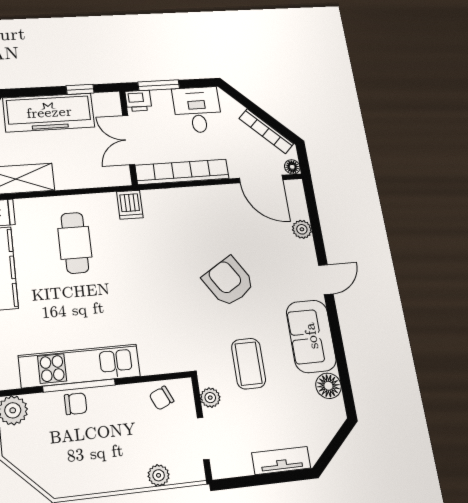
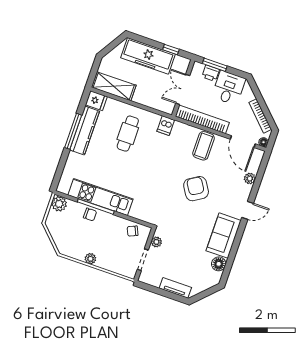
printer: (138, 101) -> (211, 73), moved
coffee table: (249, 364) -> (204, 146), moved
plant: (159, 475) -> (90, 259), moved

